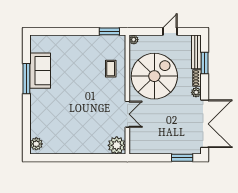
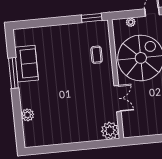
plant: (134, 40) -> (131, 22), moved
plant: (36, 144) -> (28, 115), moved

